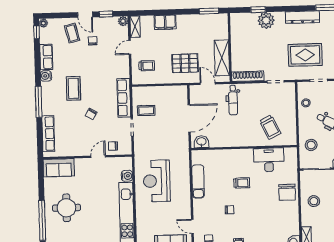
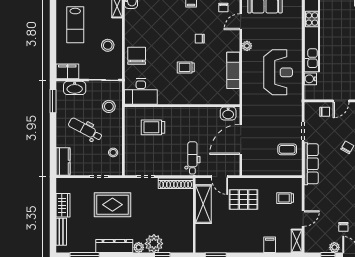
plant: (280, 16) -> (139, 247), added
plant: (123, 21) -> (334, 247), moved
filing cabinet: (165, 22) -> (270, 245), width x0.50
trolley: (270, 127) -> (153, 127), turned -64
desk: (269, 160) -> (141, 92), moved
plant: (186, 204) -> (247, 46), added
door: (192, 226) -> (241, 22), swing flipped

